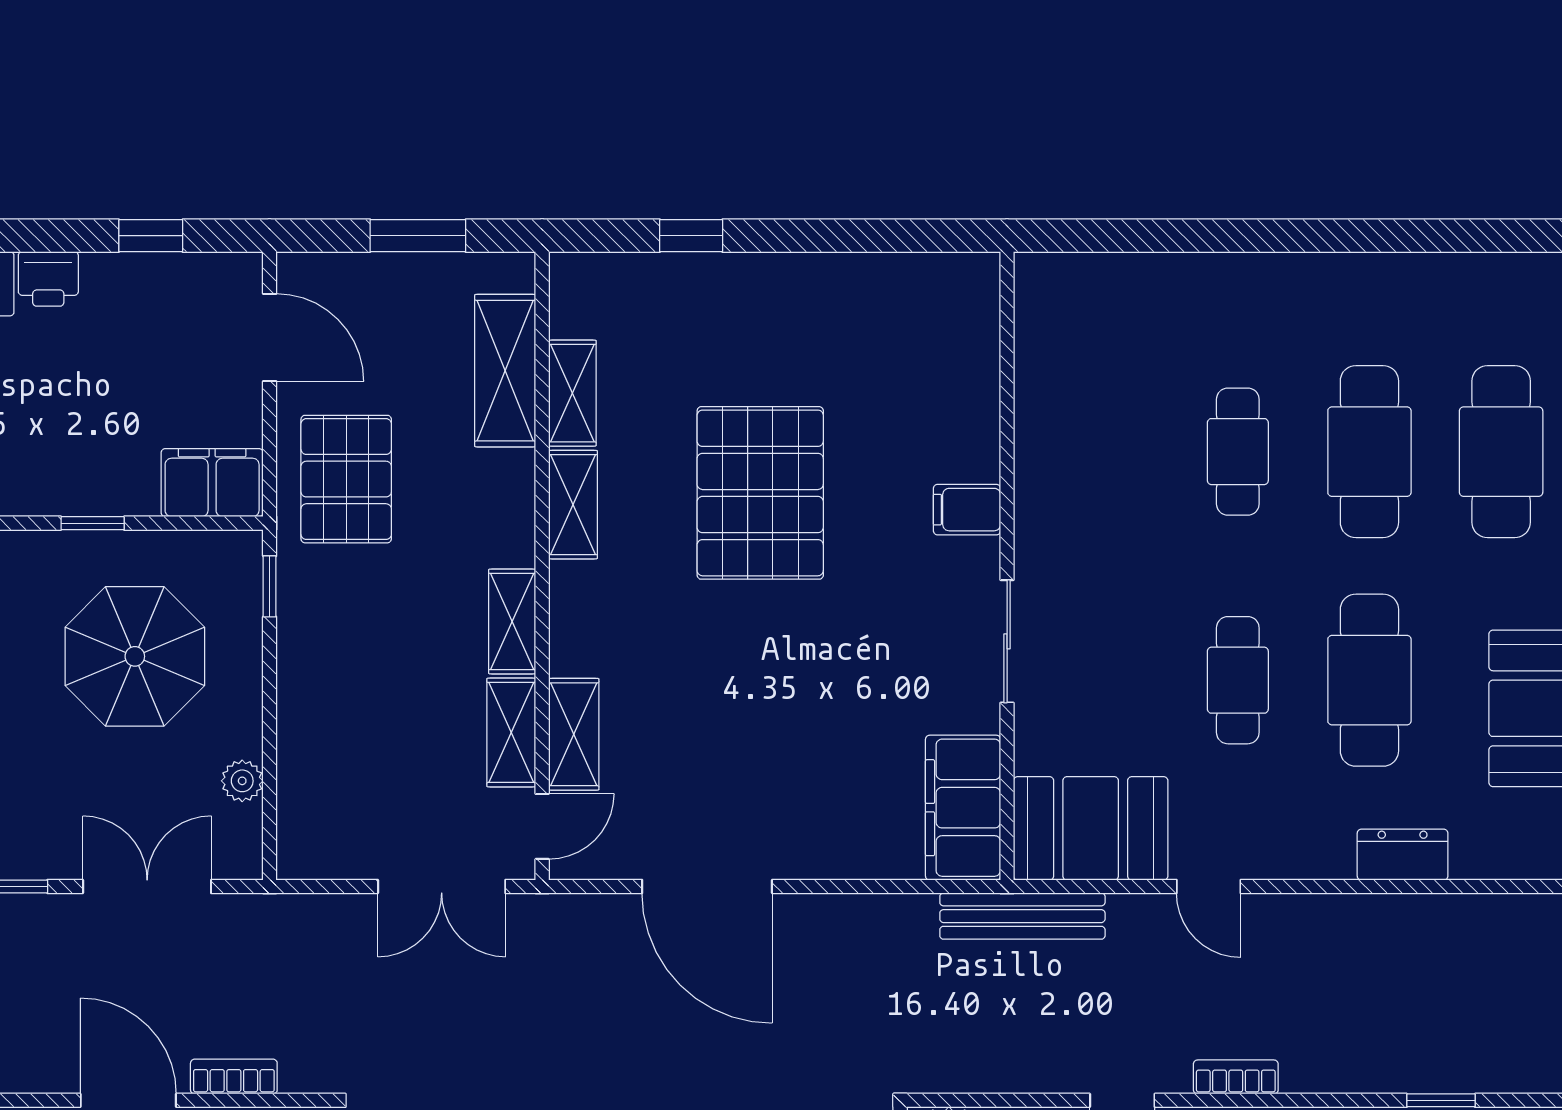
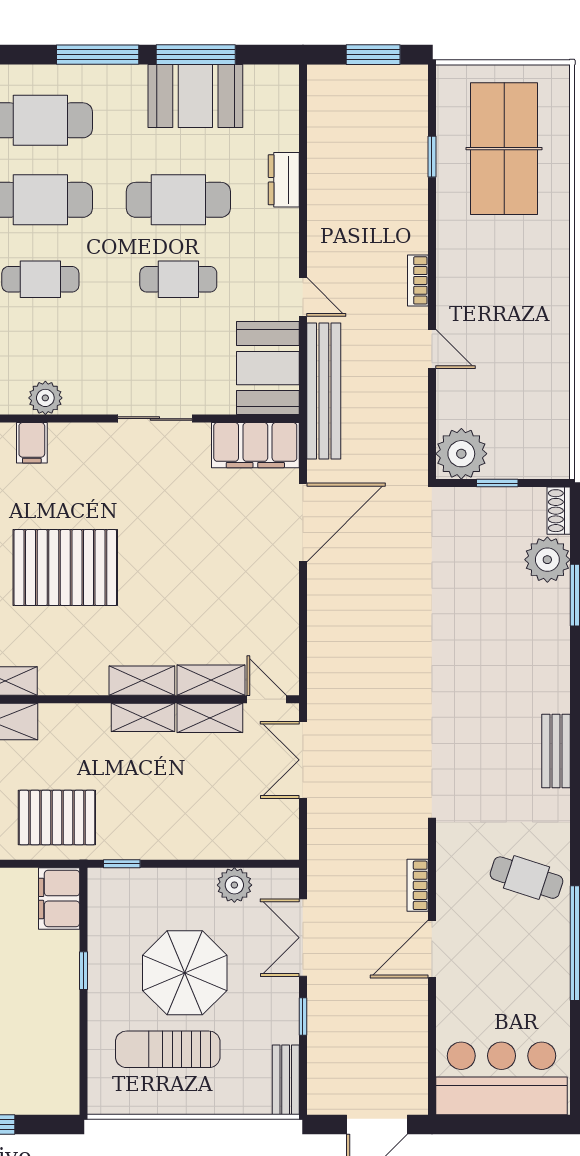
plant: (1041, 460) -> (45, 398), added
shelving: (573, 505) -> (142, 681), moved
filing cabinet: (967, 510) -> (32, 443), moved
parasol: (135, 656) -> (185, 973), moved
plant: (242, 781) -> (234, 885), width x1.38, depth x1.38
double door: (442, 887) -> (303, 760), swing flipped
door: (707, 887) -> (303, 523), moved
door: (1209, 887) -> (303, 297), hinge flipped
bench: (1022, 916) -> (324, 391), width x1.37, depth x1.21

